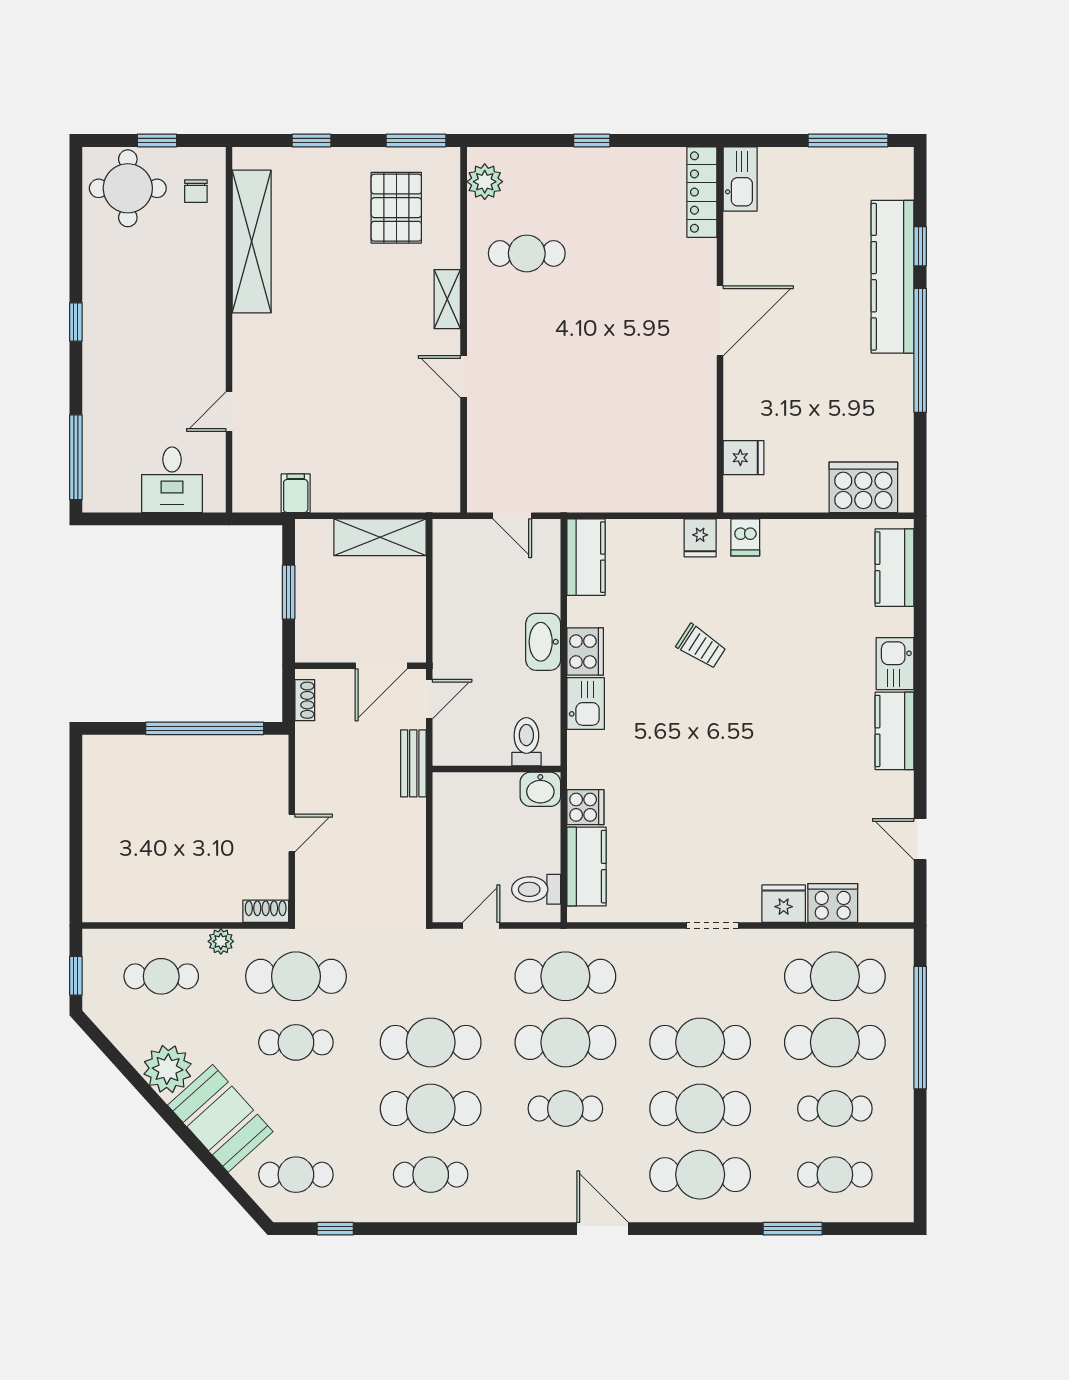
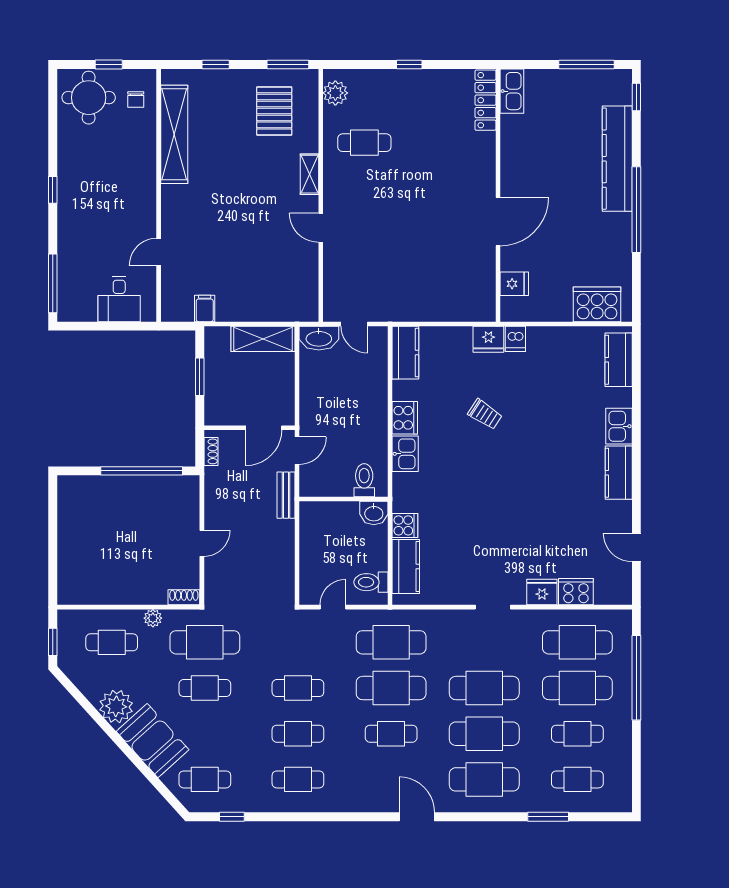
window: (920, 246) -> (636, 97), moved
door: (720, 321) -> (498, 222), moved
fridge: (700, 538) -> (488, 339), width x1.38
washbasin: (543, 642) -> (319, 338), moved, turned -90
cafe table: (431, 1042) -> (298, 688), width x0.73, depth x0.74
cafe table: (431, 1109) -> (298, 734), width x0.73, depth x0.74

